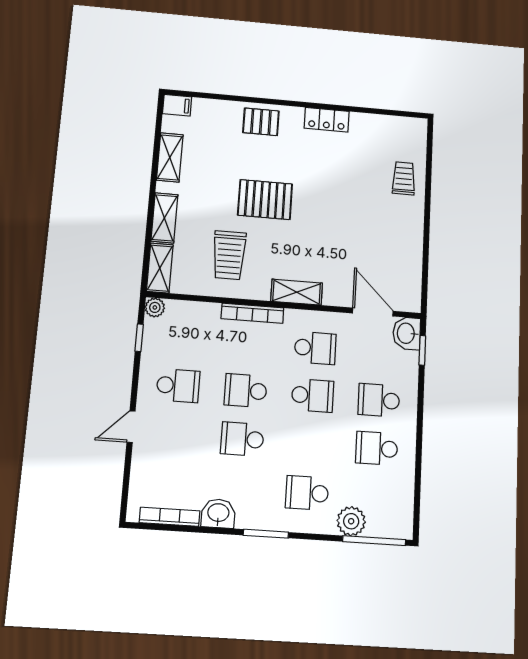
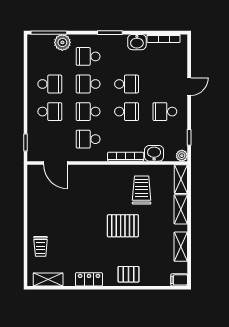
shelving: (297, 292) -> (48, 279), moved
washbasin: (407, 333) -> (154, 153), moved, turned -90
school desk: (310, 444) -> (88, 84), added
school desk: (307, 493) -> (88, 56), turned 180

